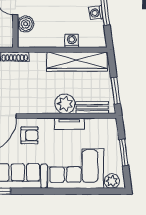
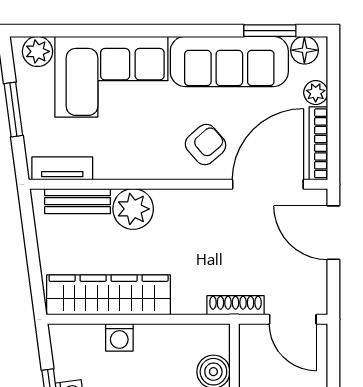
window: (116, 91) -> (30, 236), removed
tv unit: (69, 124) -> (62, 168), moved
armchair: (29, 135) -> (206, 145), turned 139

